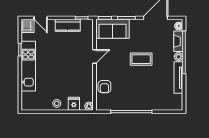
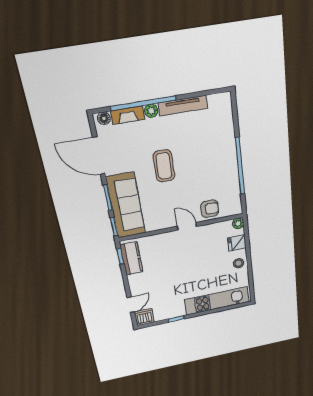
kitchen counter: (68, 25) -> (132, 258), moved
sofa: (112, 29) -> (126, 205), width x1.36
door: (95, 56) -> (187, 226), moved
kitchen unit: (28, 66) -> (217, 301), moved

